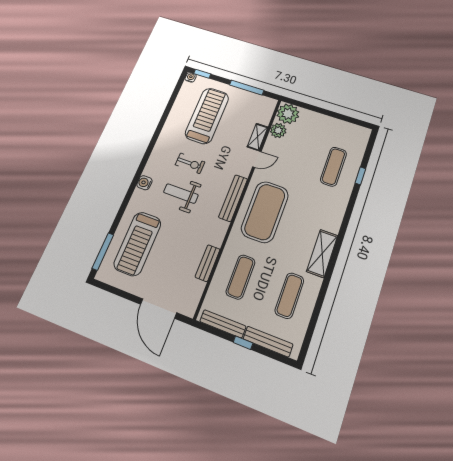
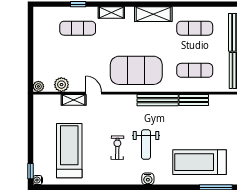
window: (247, 88) -> (30, 126), removed
plant: (288, 114) -> (38, 86), width x0.53, depth x0.53
treadmill: (207, 116) -> (69, 151), turned 90
bench: (233, 198) -> (158, 100), moved
shelving: (339, 208) -> (111, 13), added
treadmill: (138, 244) -> (200, 162), turned 180

